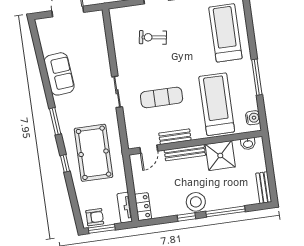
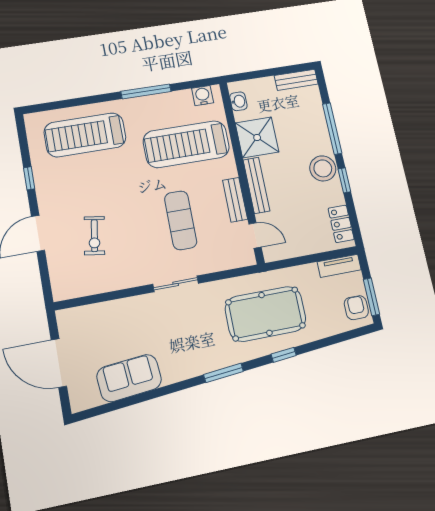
sofa: (59, 74) -> (129, 378), moved
locker: (143, 207) -> (341, 224), moved, turned -90

